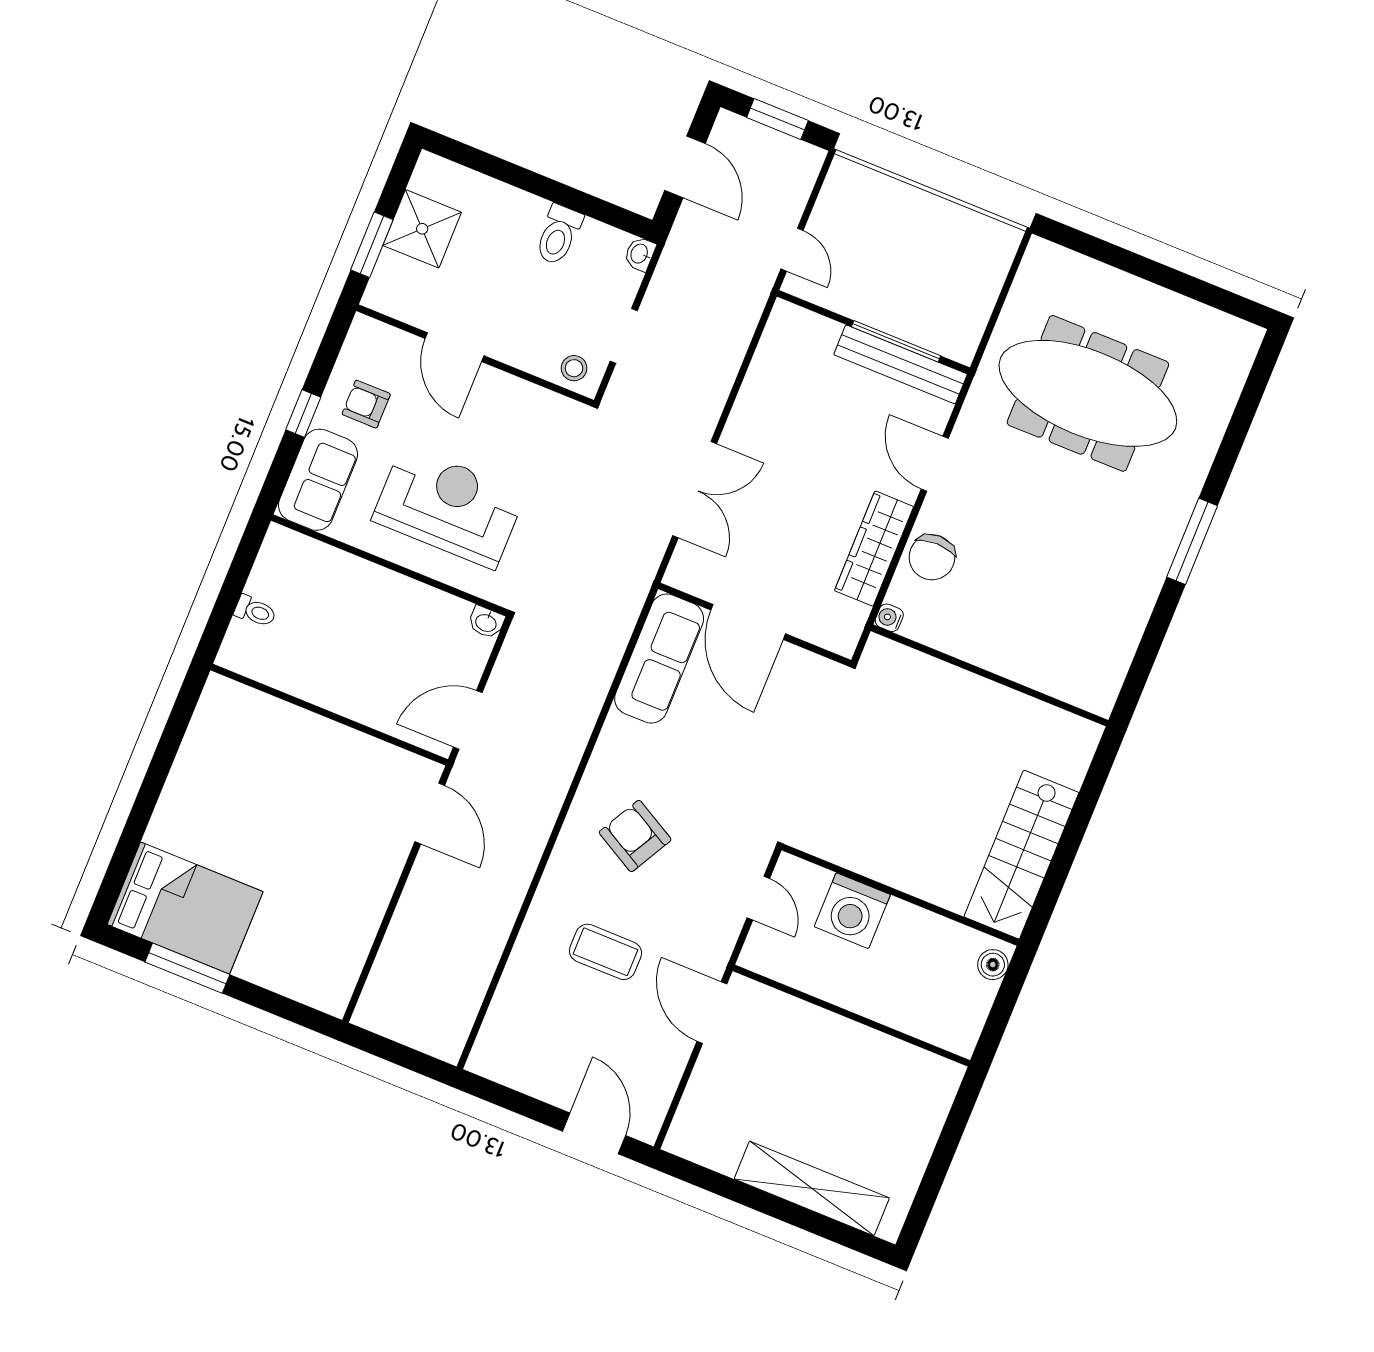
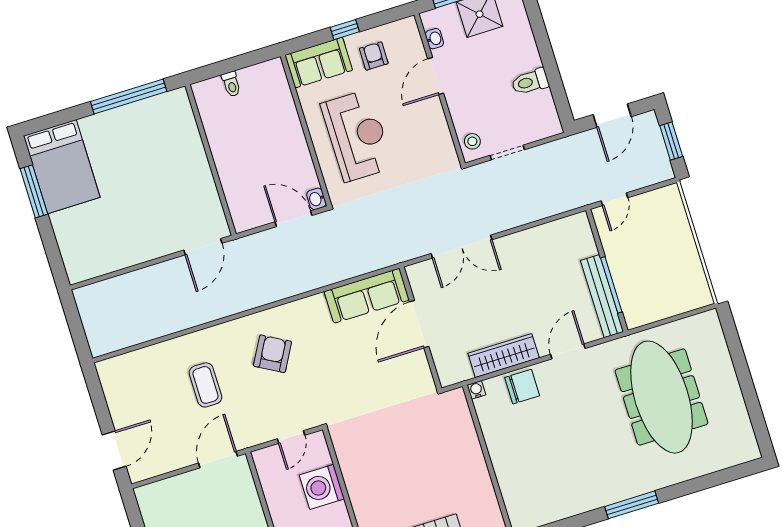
washbasin: (640, 254) -> (434, 39), moved, turned 90
chair: (932, 557) -> (522, 387), turned 180
door: (468, 720) -> (293, 219), moved
window: (166, 752) -> (129, 96), added

